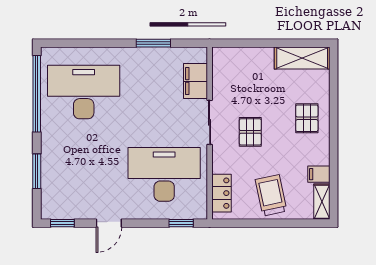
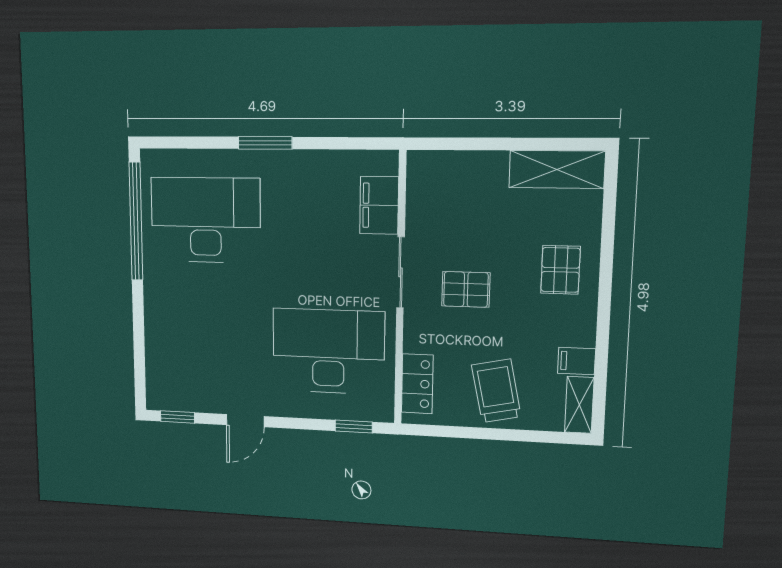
window: (153, 43) -> (265, 143), moved
pallet: (250, 132) -> (466, 289), turned 90
window: (37, 171) -> (139, 339), removed

